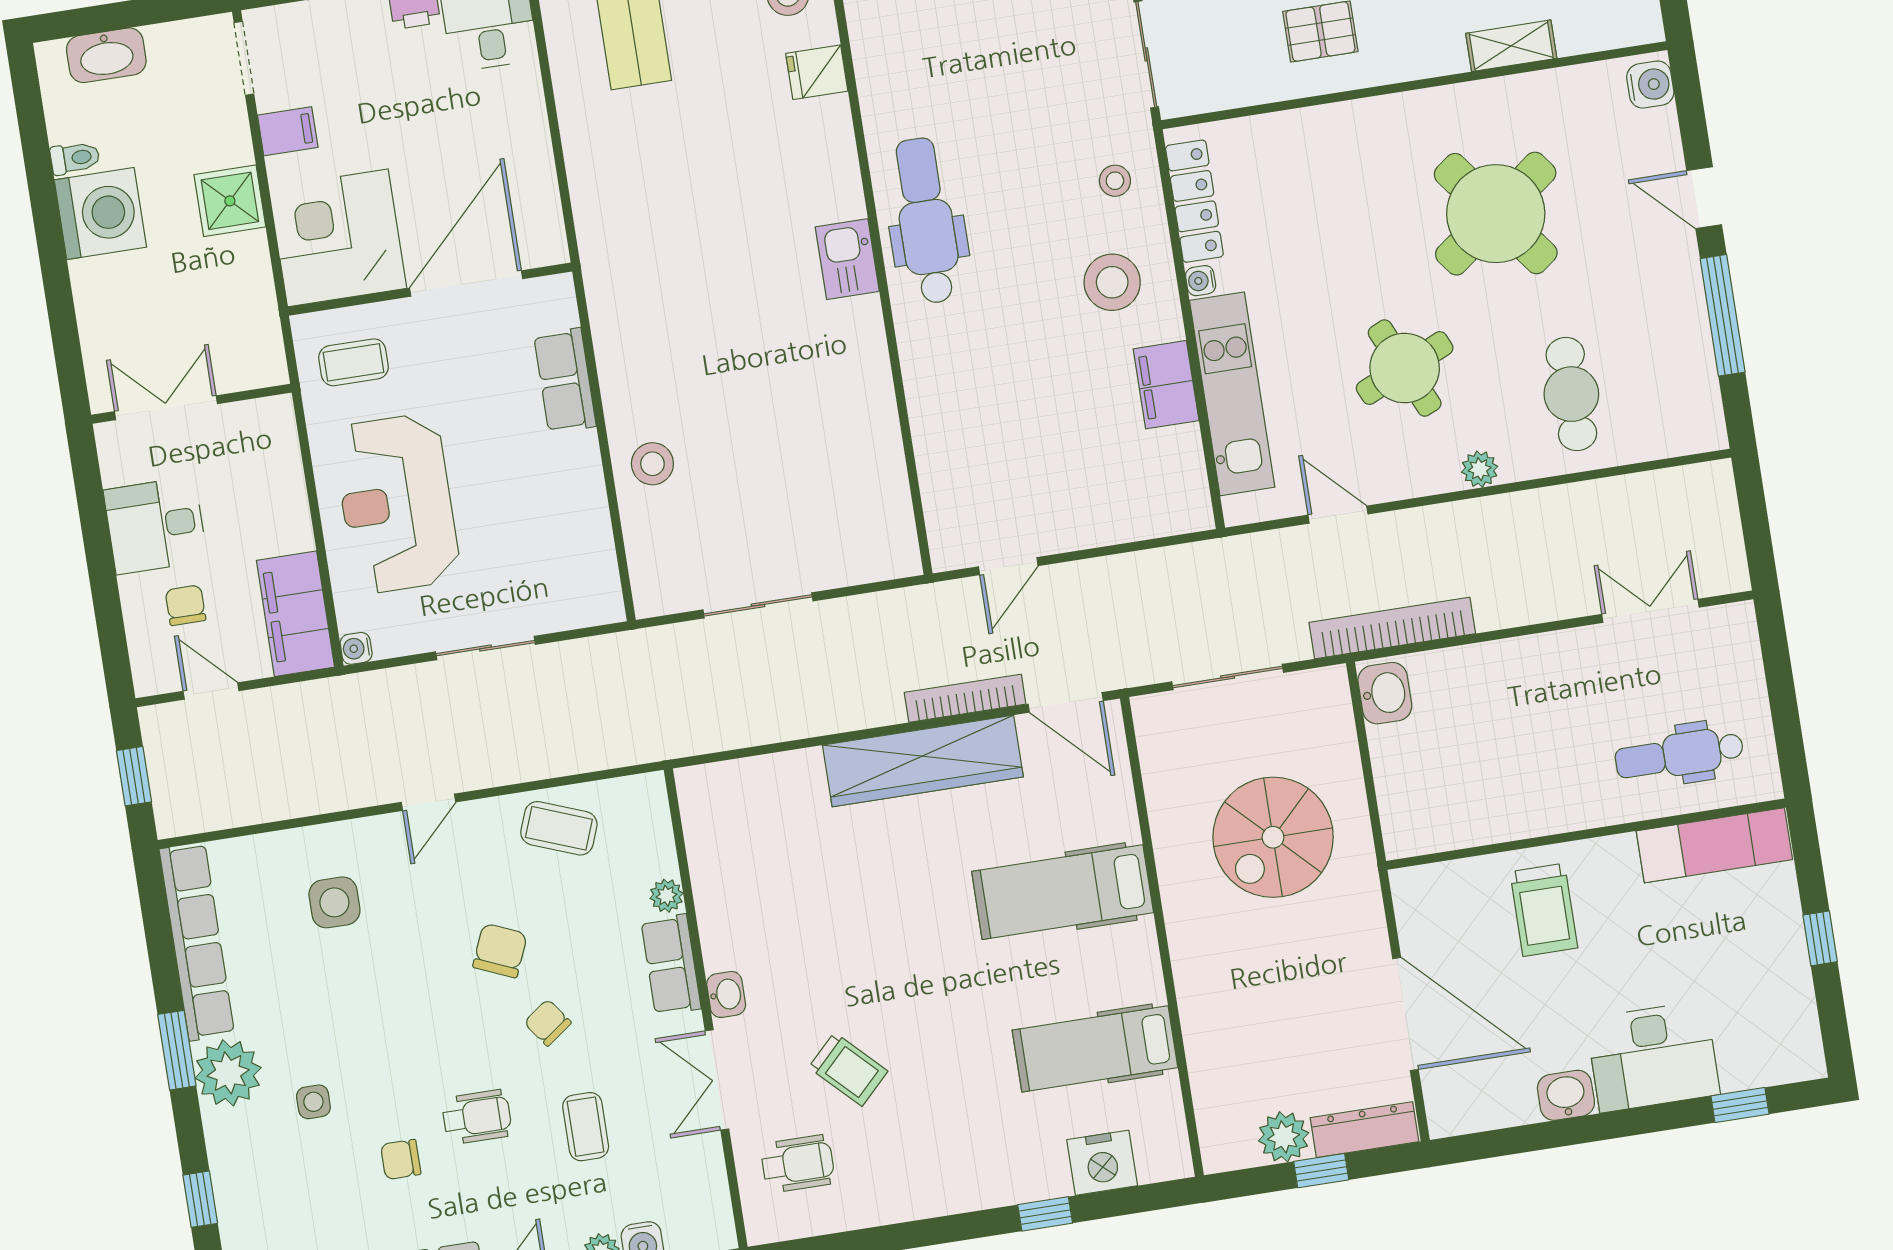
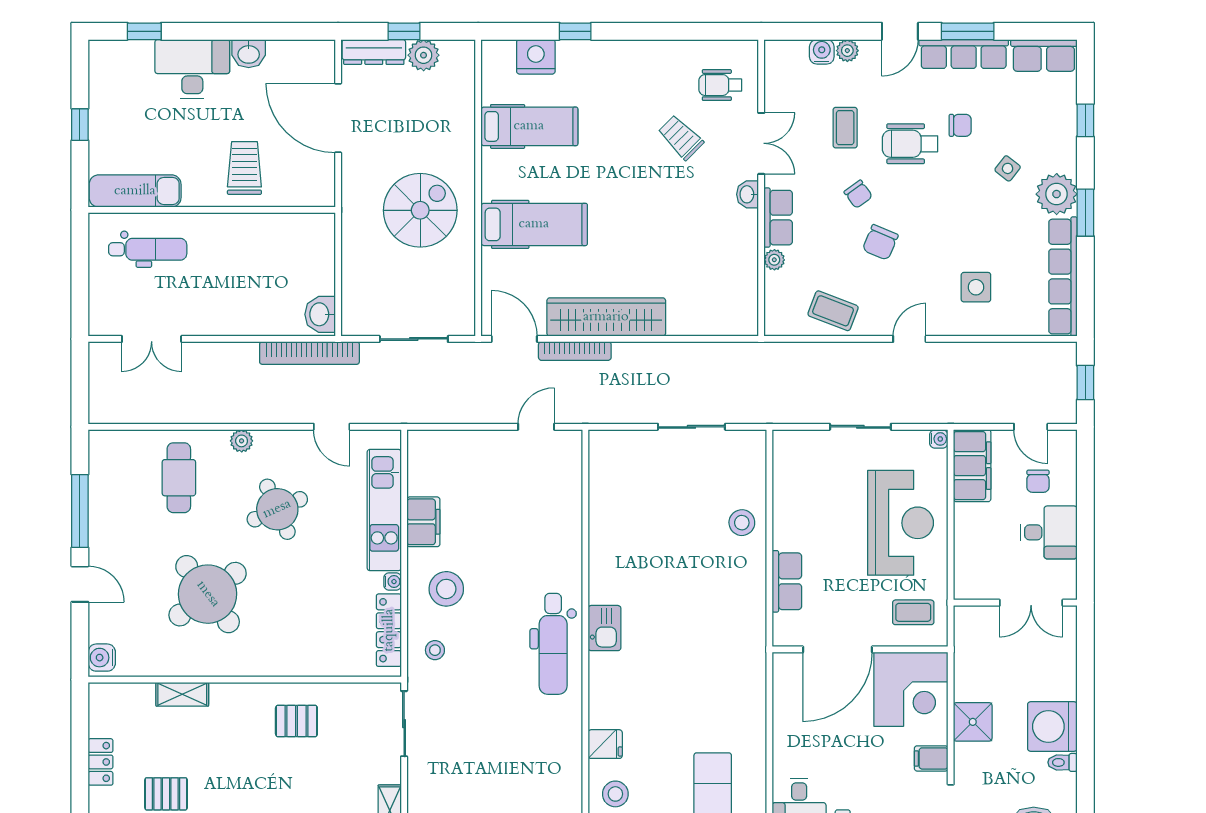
spiral stairs: (1273, 837) -> (420, 210), moved
side table: (313, 1102) -> (1008, 168), turned 38
wheelchair: (477, 1117) -> (910, 144), width x1.36, depth x1.37

